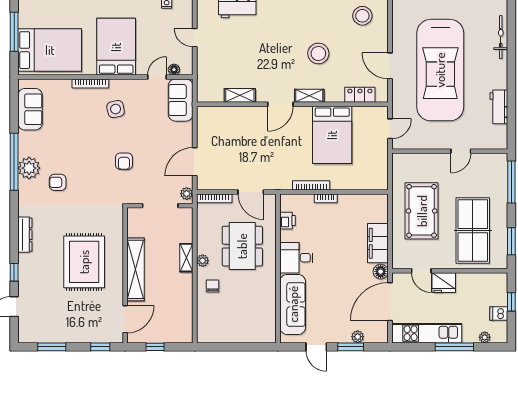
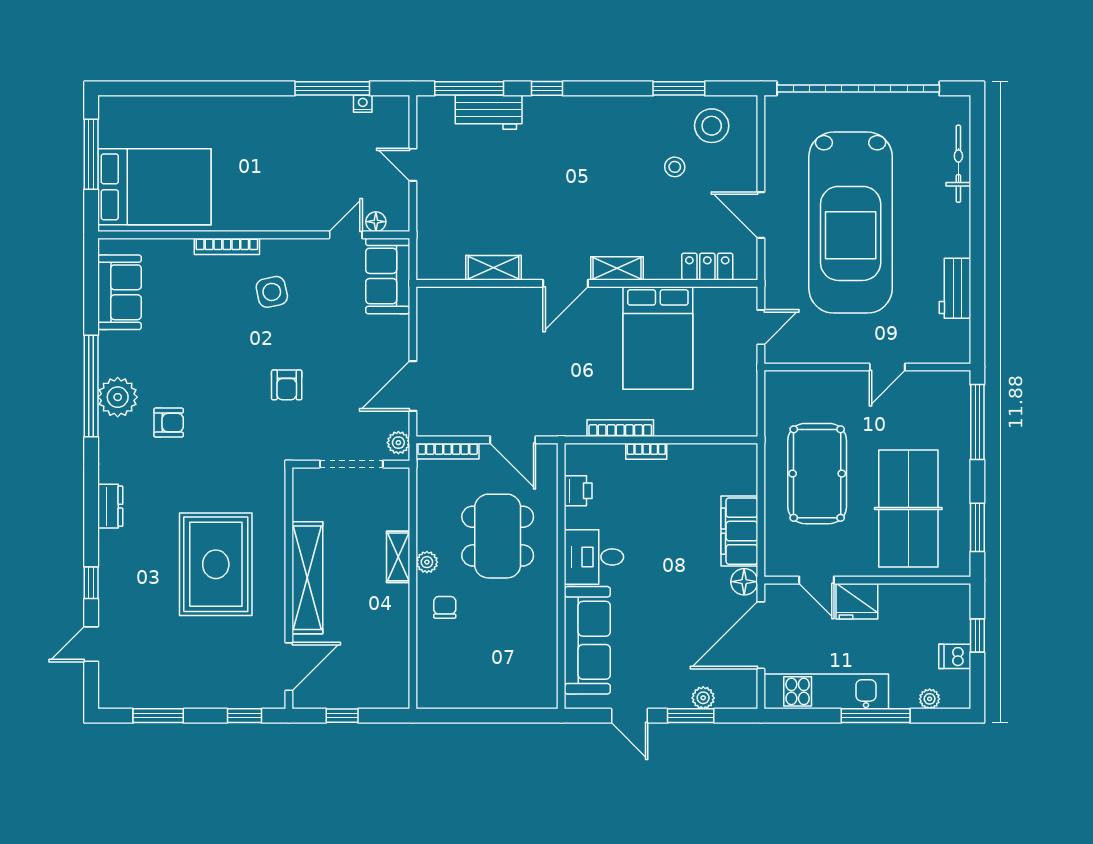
bed: (116, 47) -> (273, 181), removed
stool: (318, 53) -> (675, 167), moved, width x0.53, depth x0.53
armchair: (58, 182) -> (169, 423), turned 180
dresser: (25, 235) -> (110, 506), width x0.70

